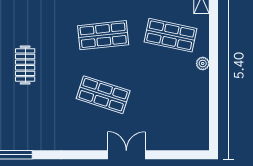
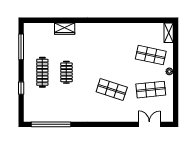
shop shelf: (103, 35) -> (151, 90), moved
double door: (126, 155) -> (149, 124), moved

